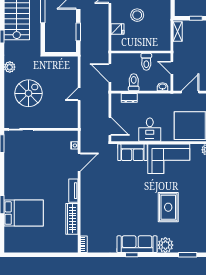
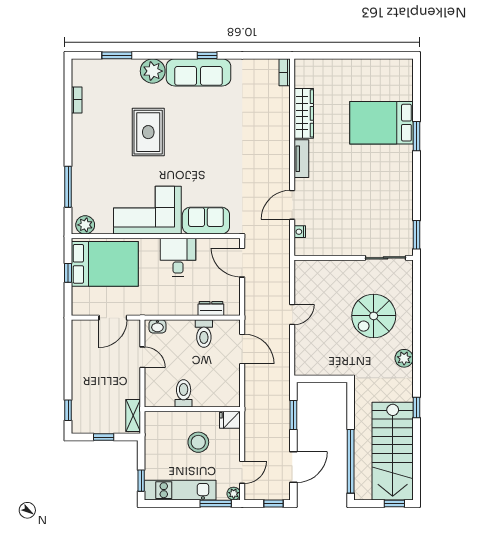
wall: (141, 52) -> (192, 409), moved
toilet: (146, 62) -> (184, 393), moved

